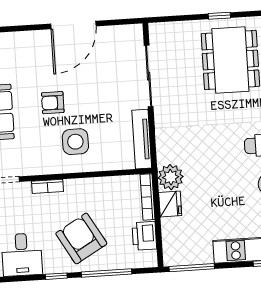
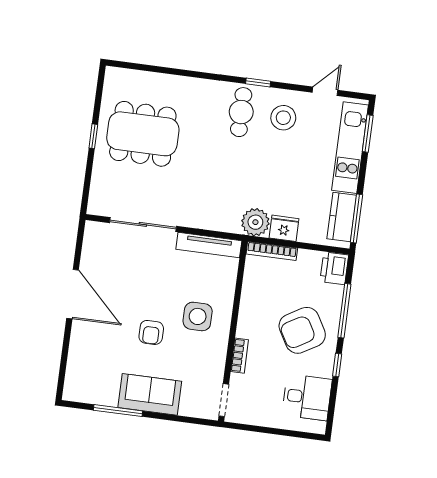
printer: (144, 236) -> (334, 268), moved, turned 90
kitchen counter: (191, 254) -> (342, 217), added

